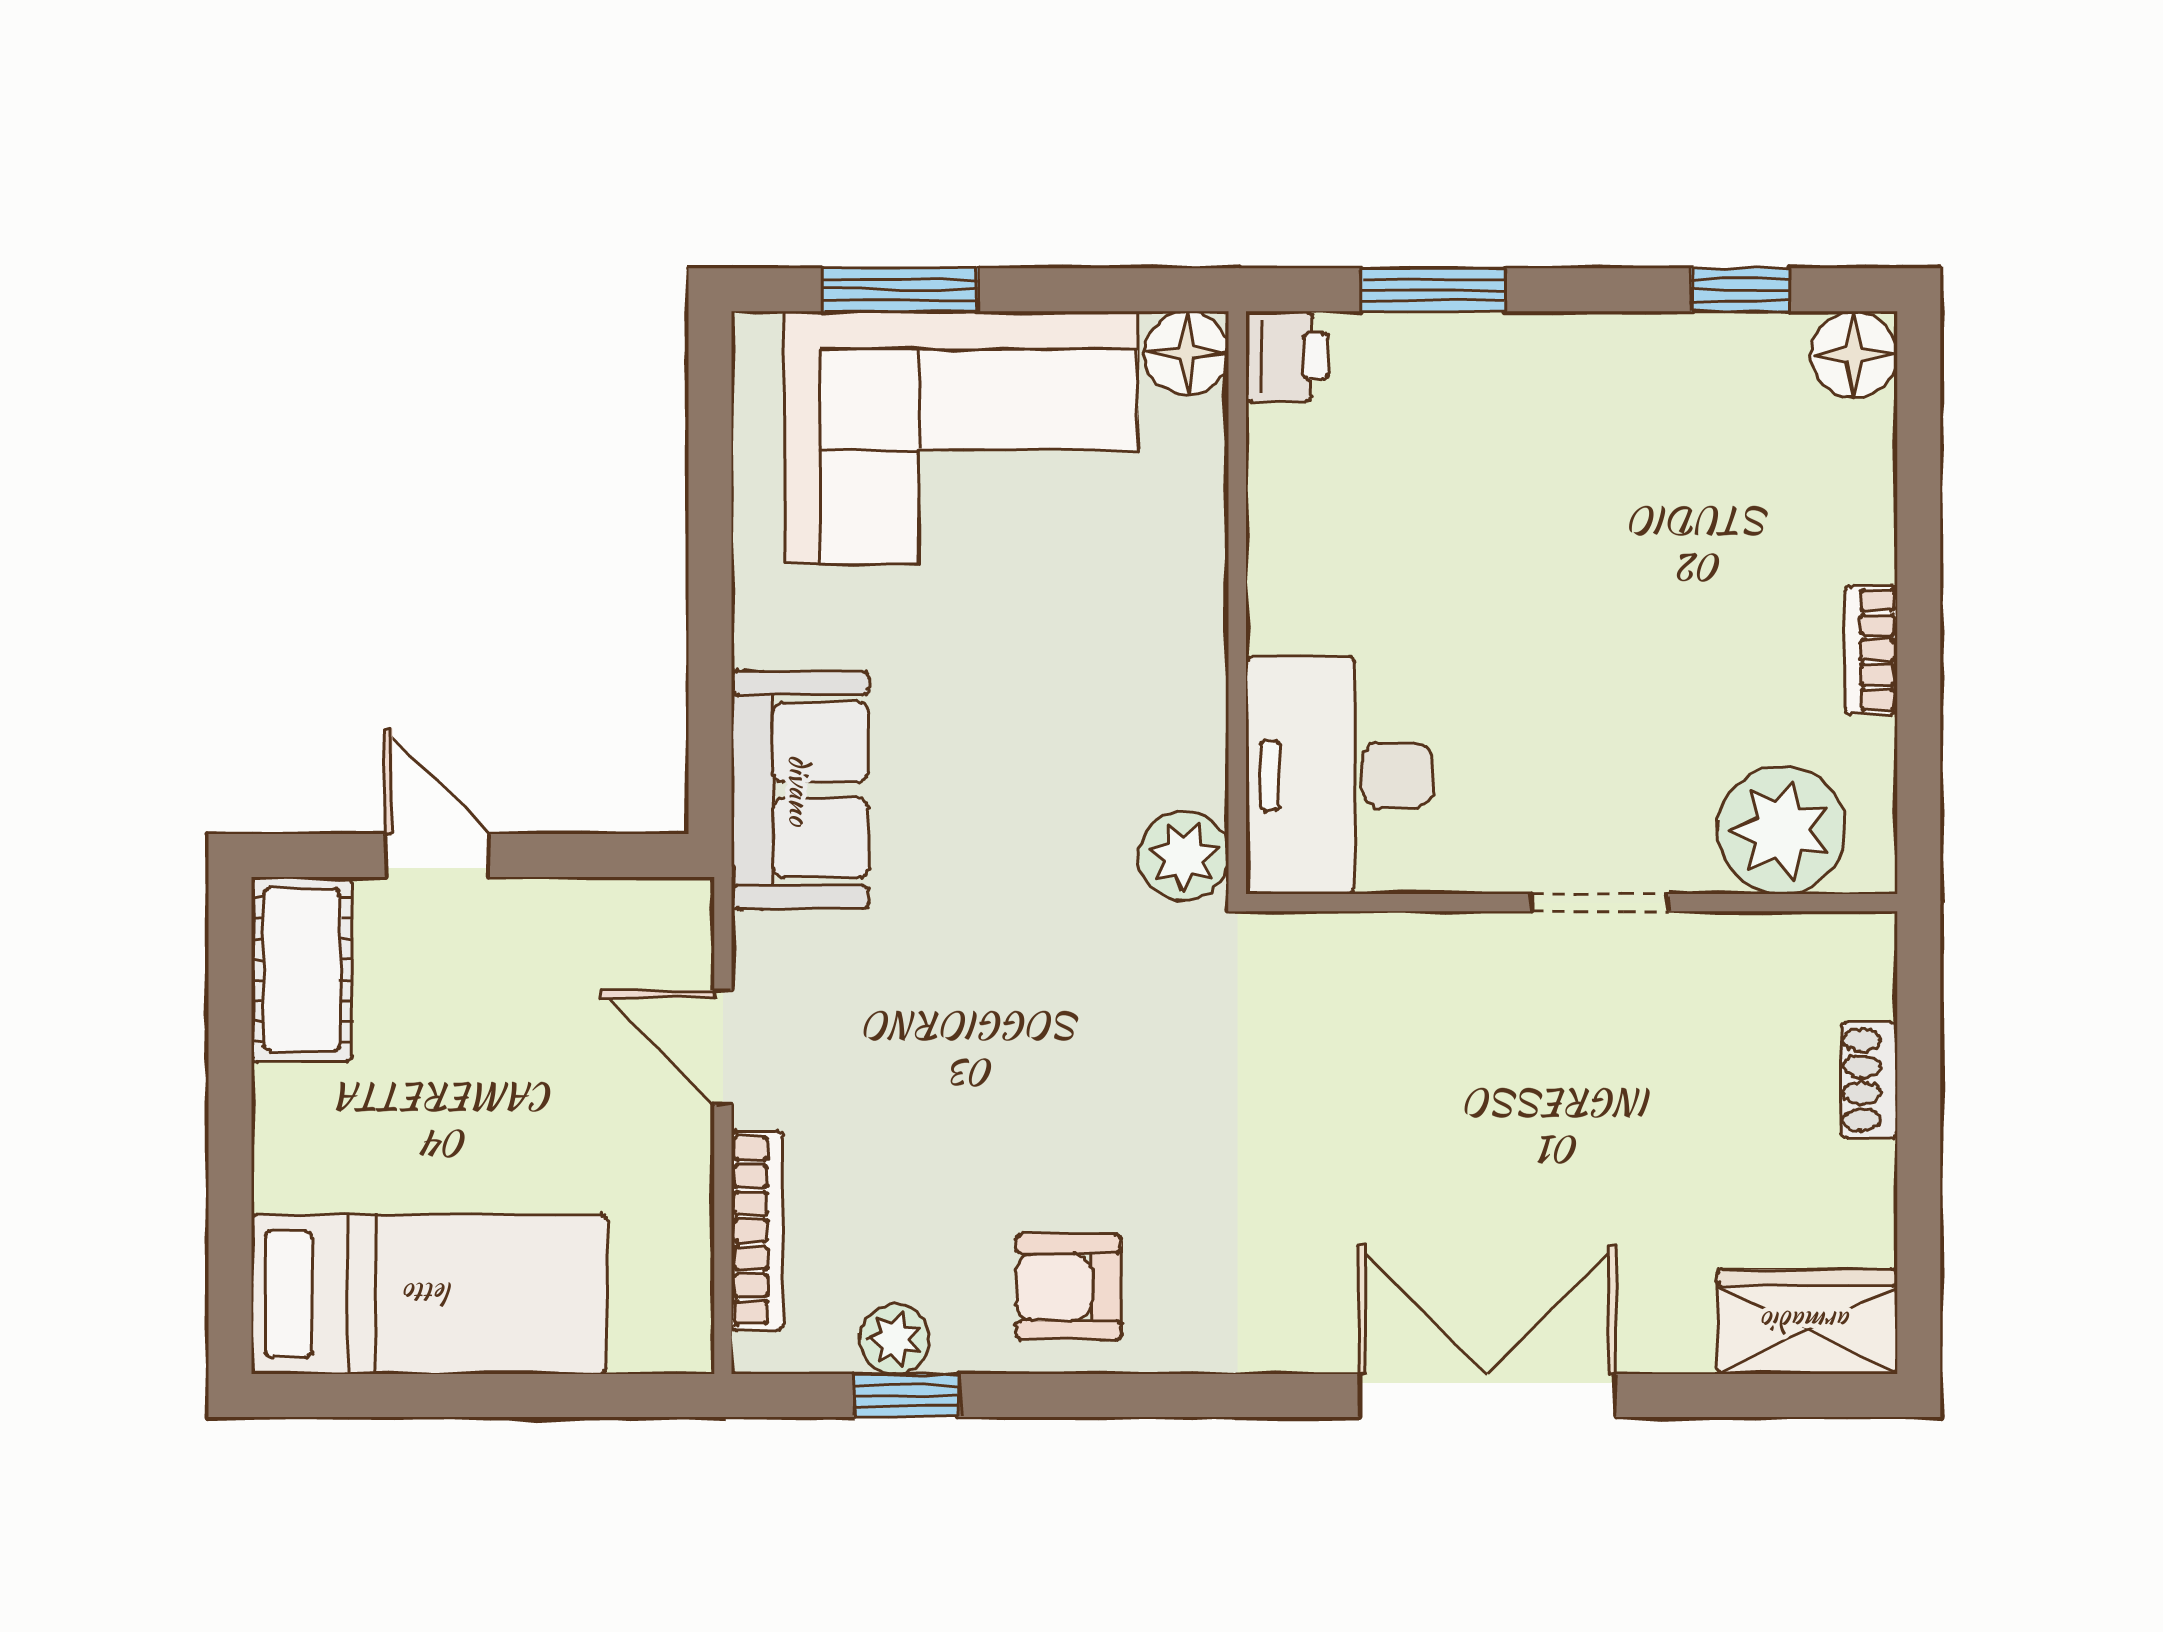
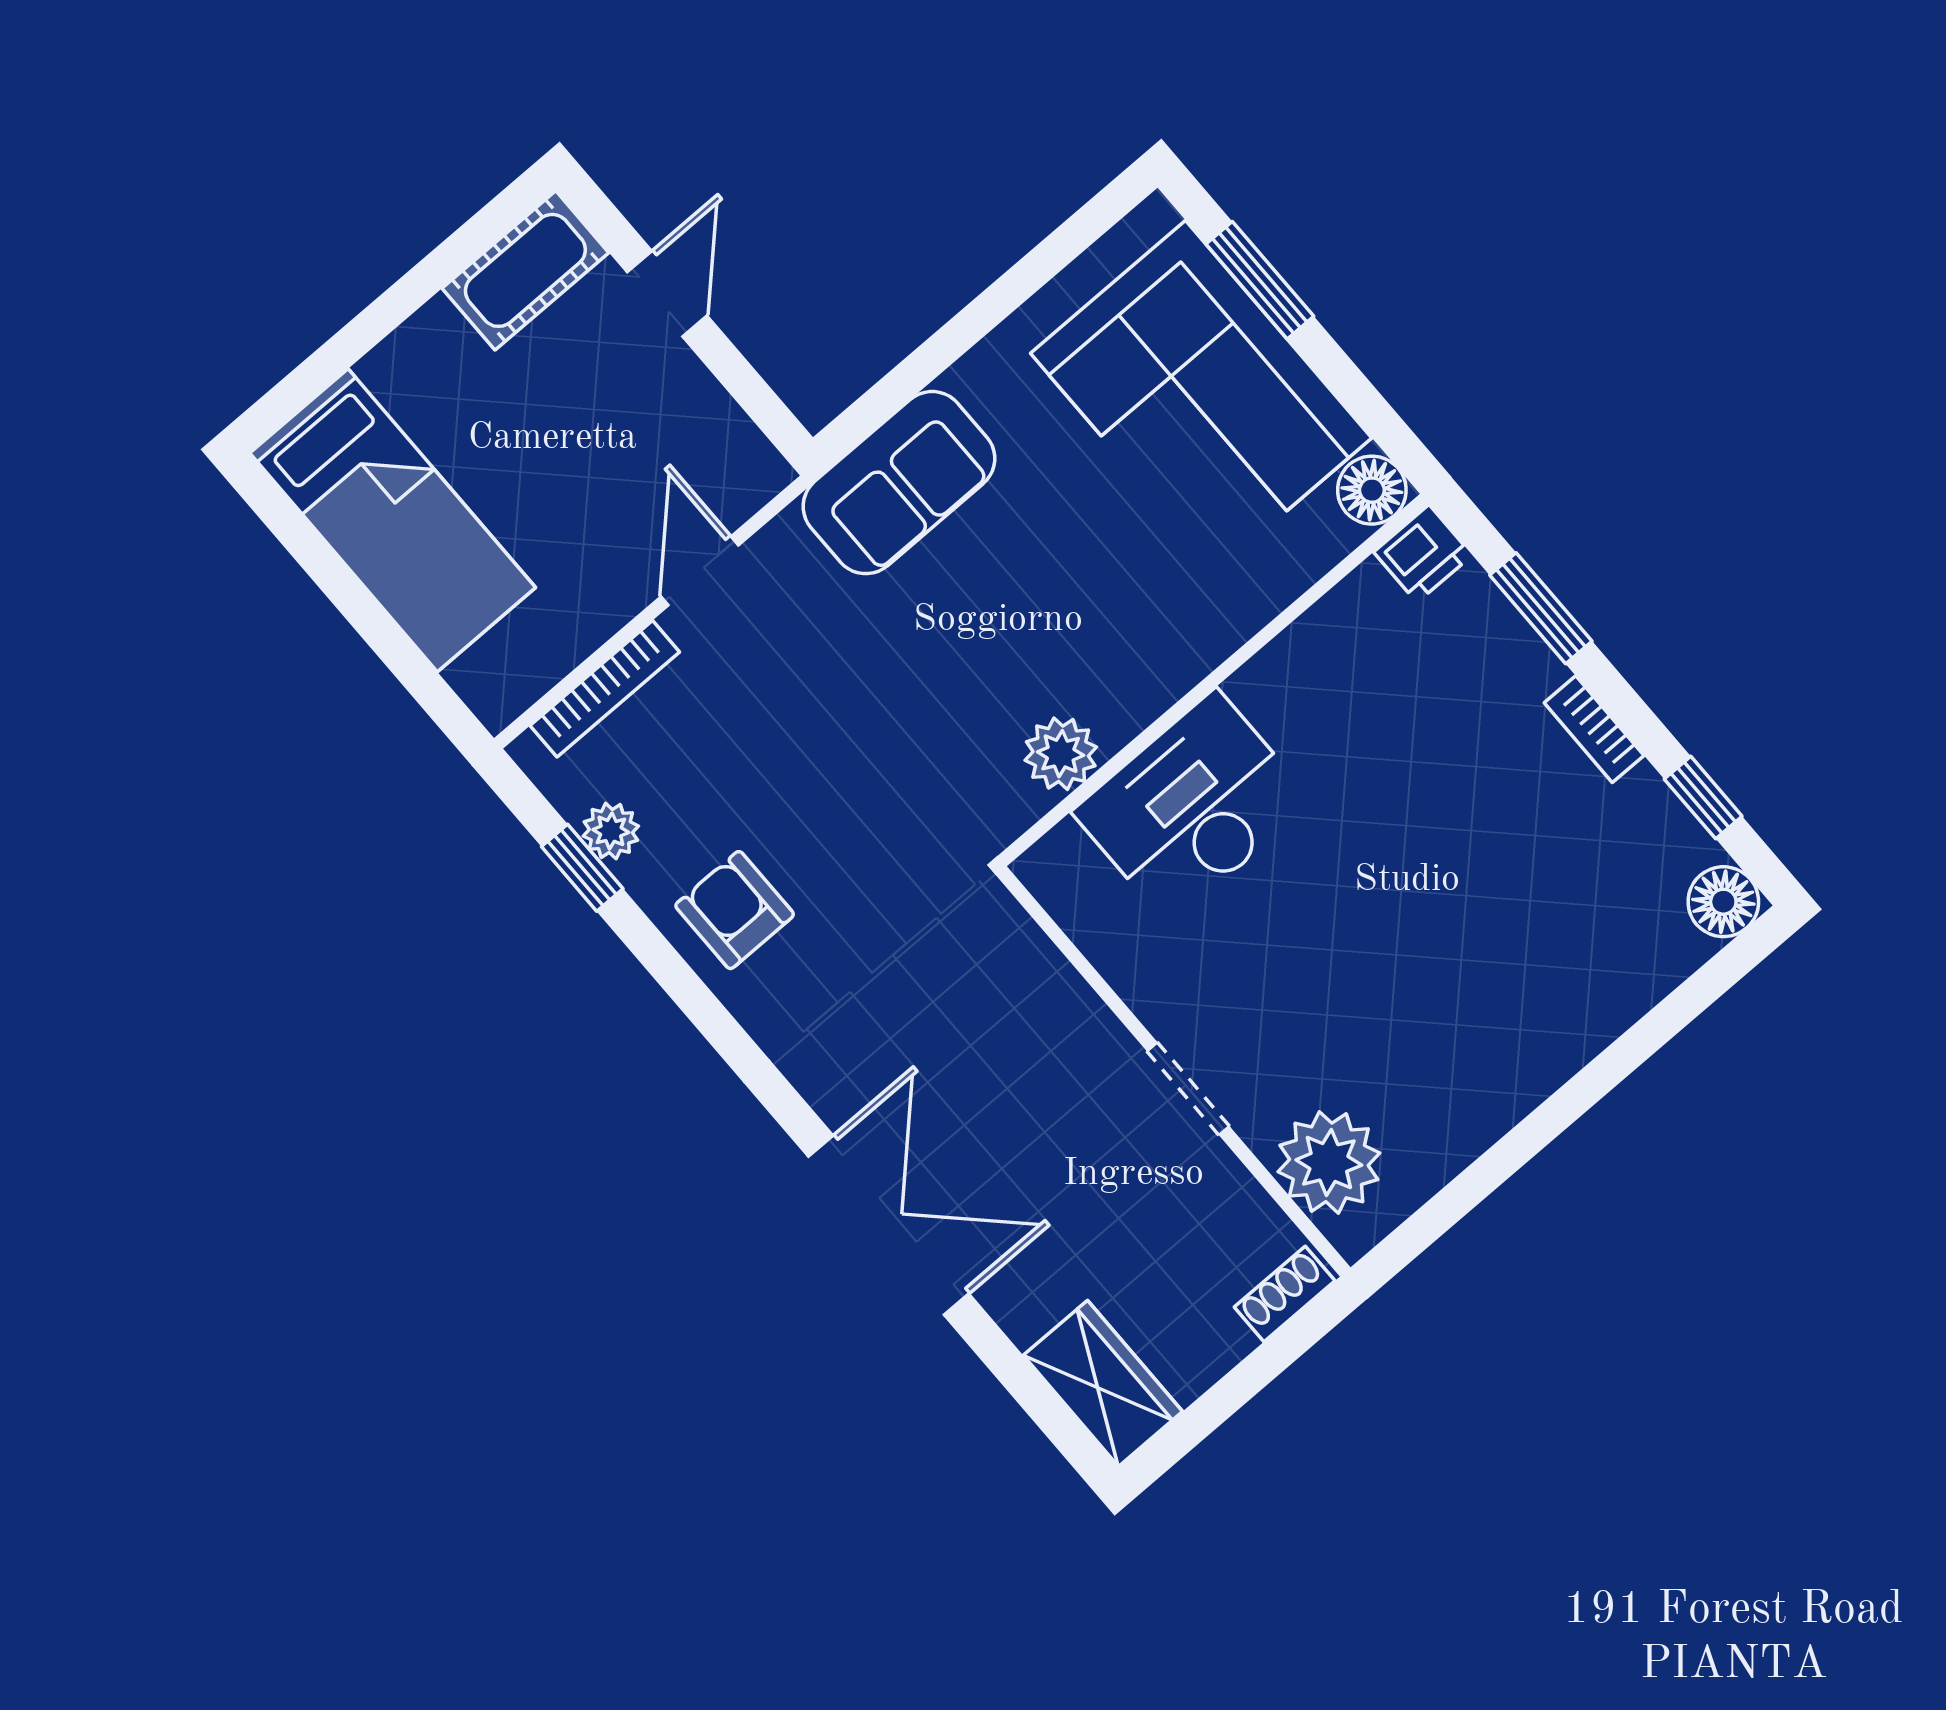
bookcase: (1871, 650) -> (1594, 729), moved, turned -90
plant: (1782, 830) -> (1329, 1162), moved
wall: (1572, 903) -> (1173, 1071), moved
doorway: (1600, 903) -> (1188, 1089), moved

